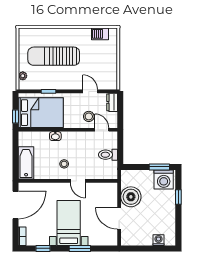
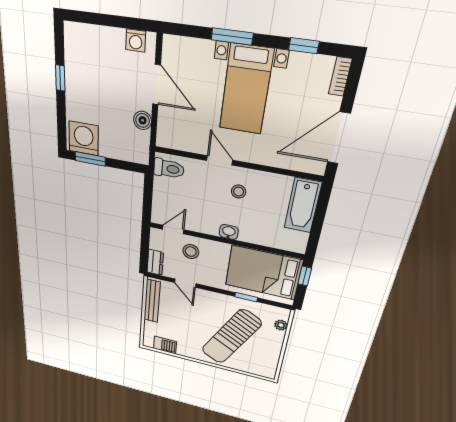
sun lounger: (54, 56) -> (231, 337), turned 118
bench: (112, 70) -> (152, 301), added
door: (102, 130) -> (173, 229), swing flipped
washbasin: (55, 136) -> (229, 232), moved
toilet: (108, 155) -> (169, 169), moved
boiler: (131, 197) -> (143, 120), width x0.54, depth x0.54
window: (178, 197) -> (60, 78), moved
washing machine: (158, 240) -> (136, 41), moved

